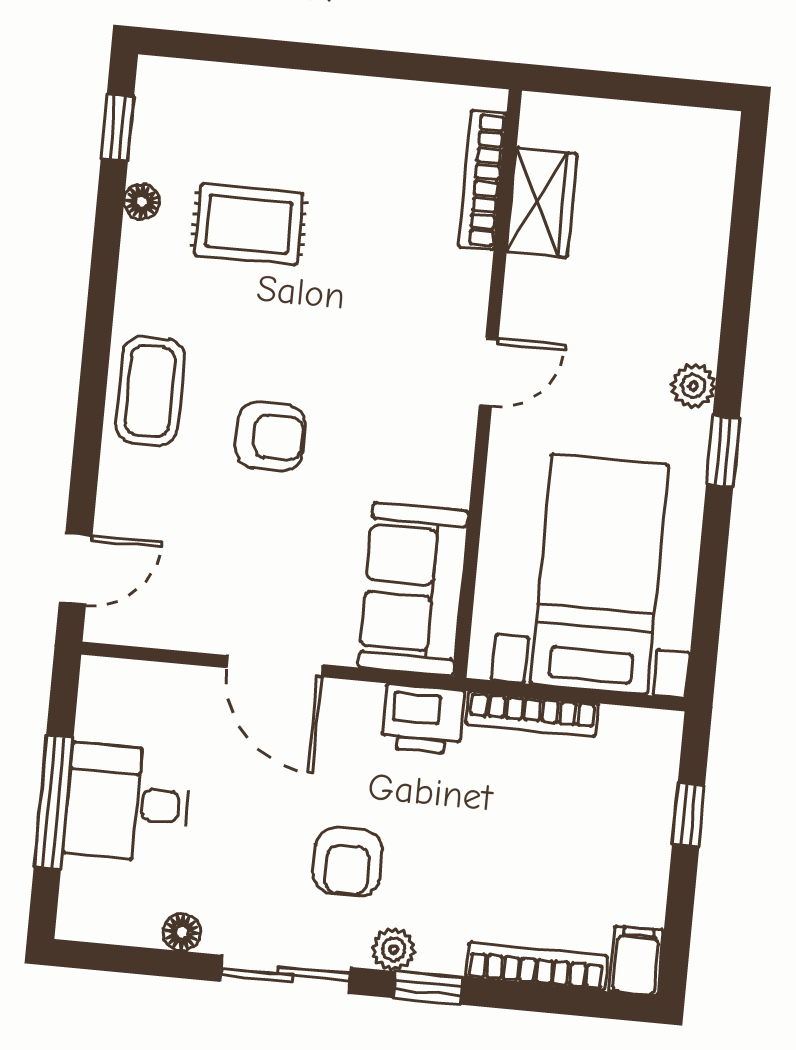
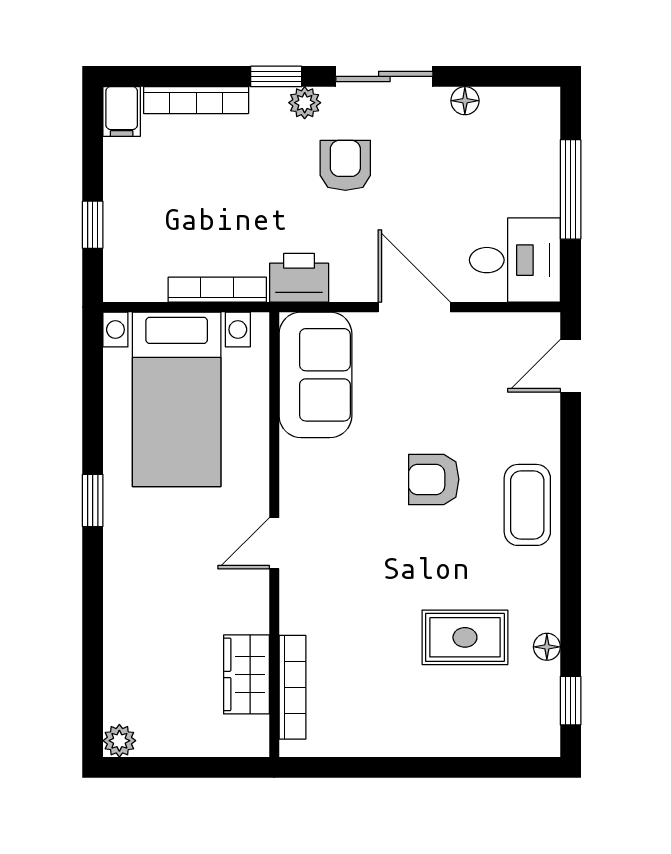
plant: (693, 386) -> (119, 741), moved
desk: (128, 803) -> (515, 260), moved

